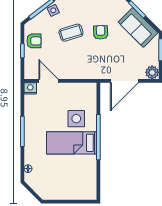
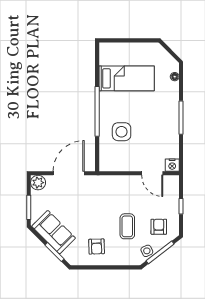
armchair: (101, 32) -> (97, 247), moved
coffee table: (71, 33) -> (127, 226), turned -73
armchair: (34, 41) -> (159, 227), moved, turned 90
bed: (72, 143) -> (127, 78), moved

